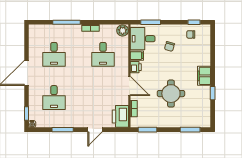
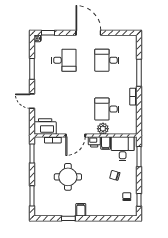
plant: (123, 31) -> (103, 129), moved
filing cabinet: (204, 76) -> (81, 210), width x0.50
desk: (54, 98) -> (64, 60), turned 180

